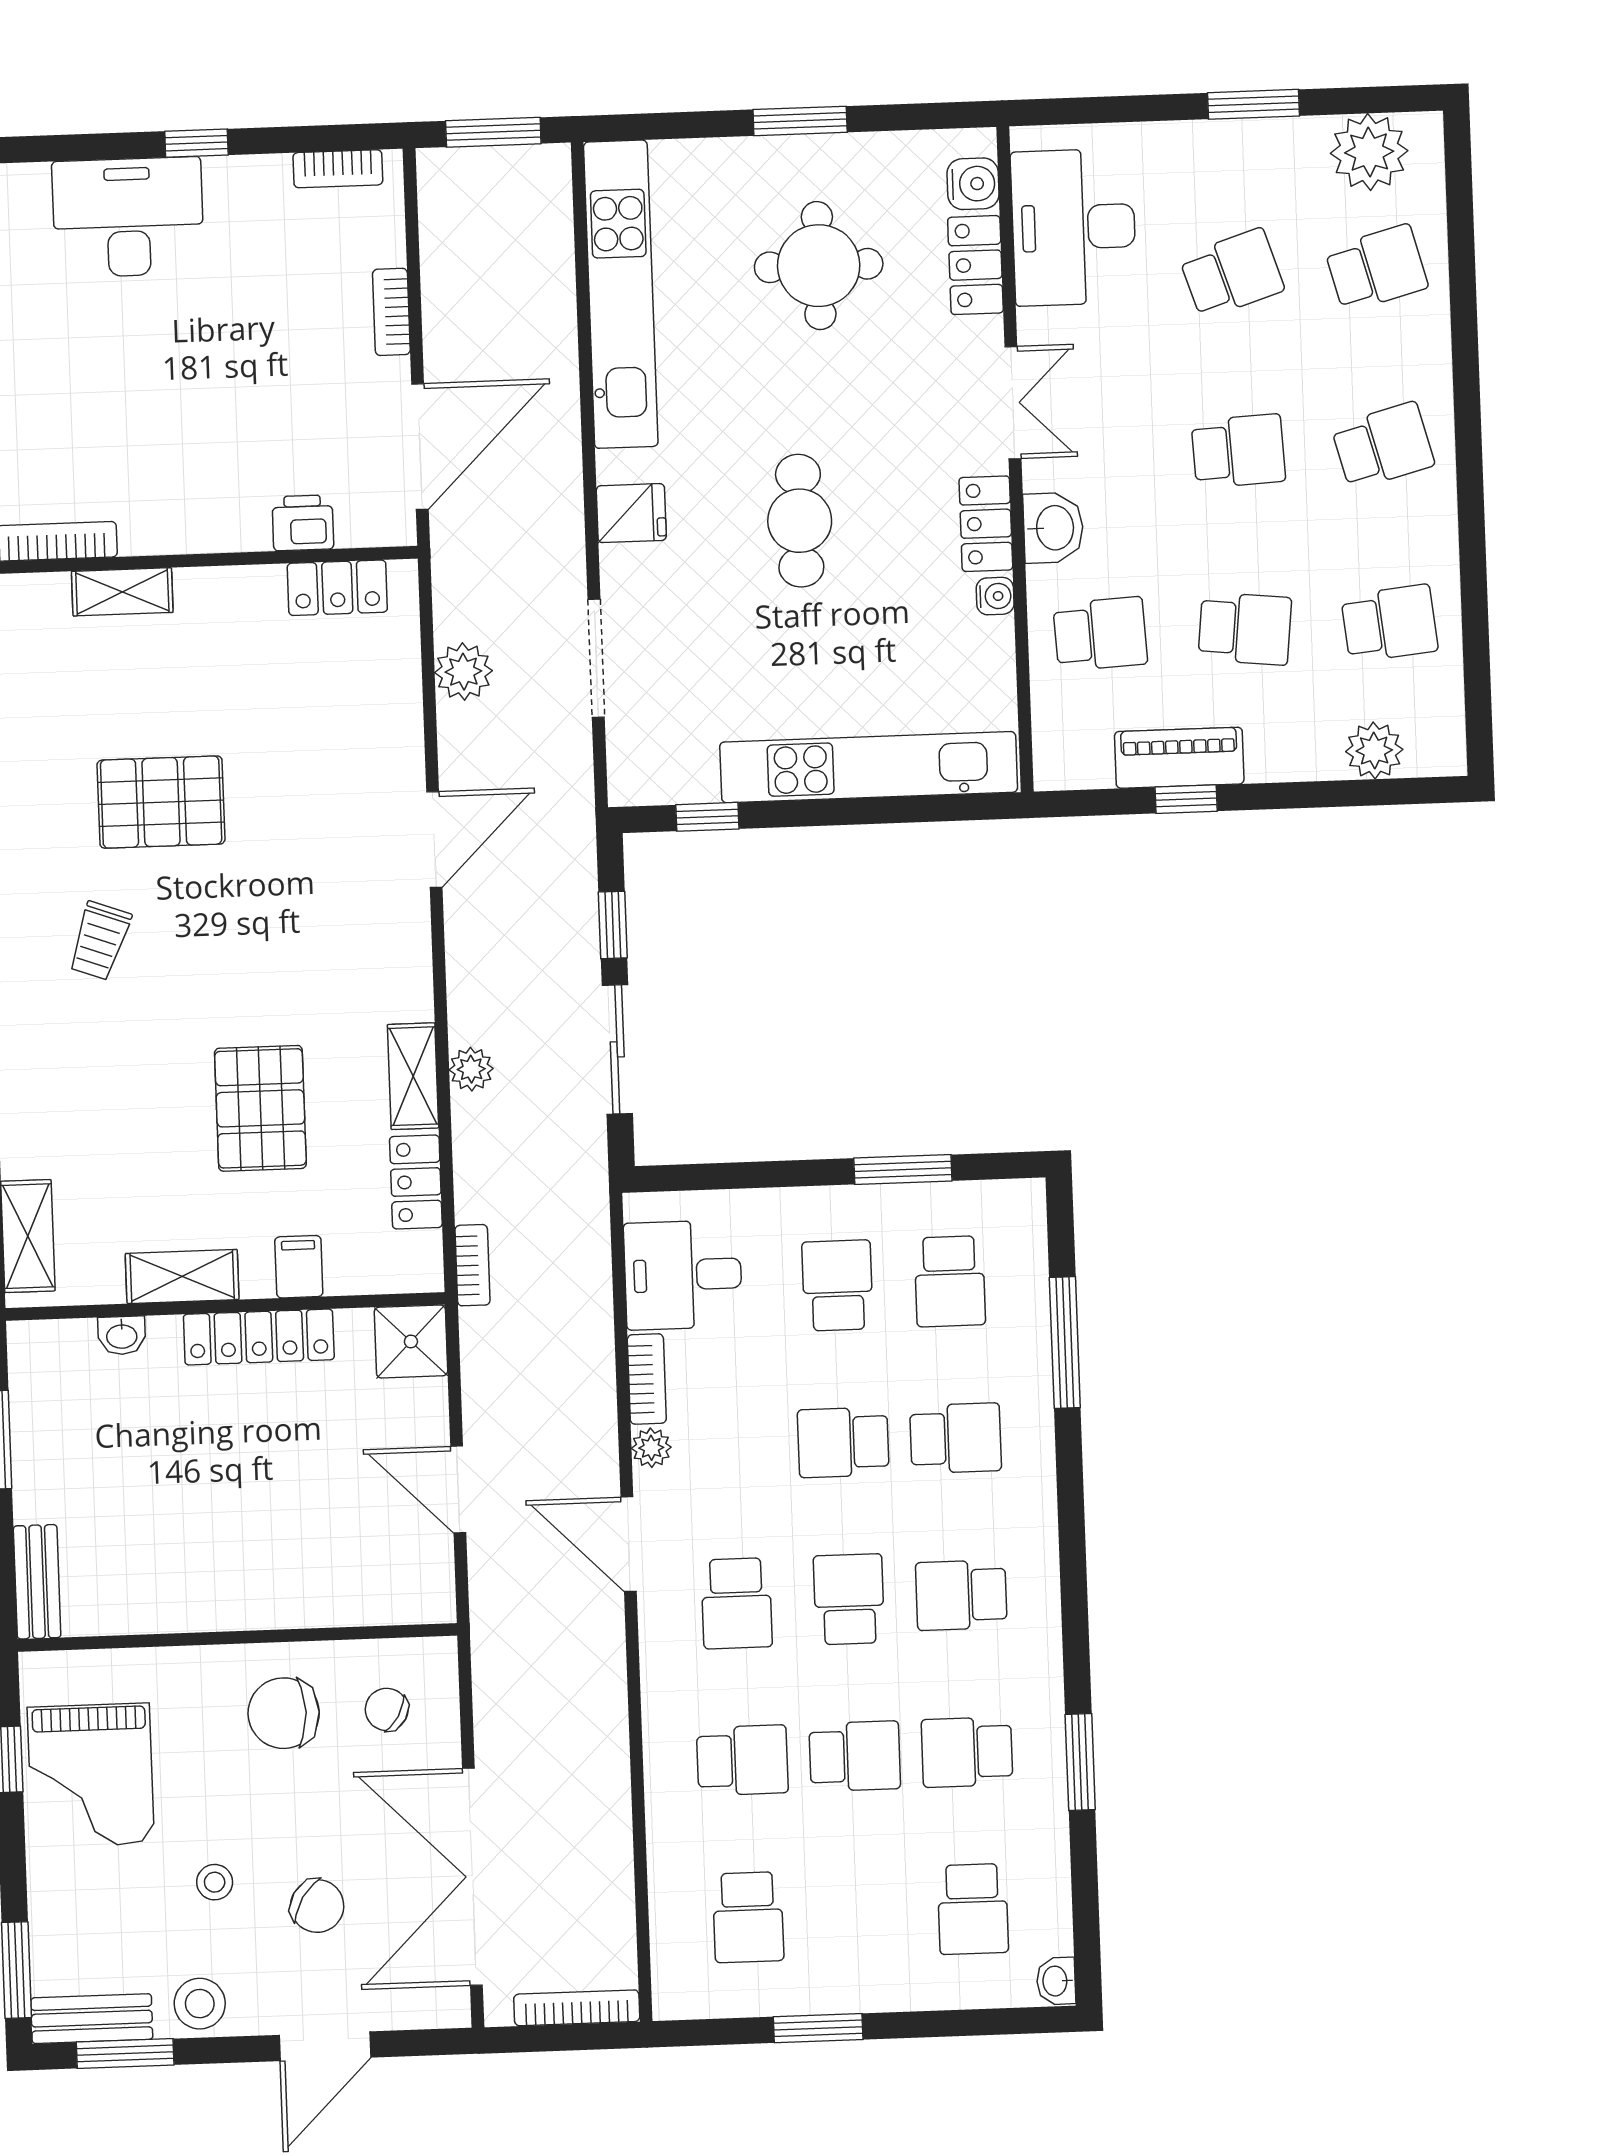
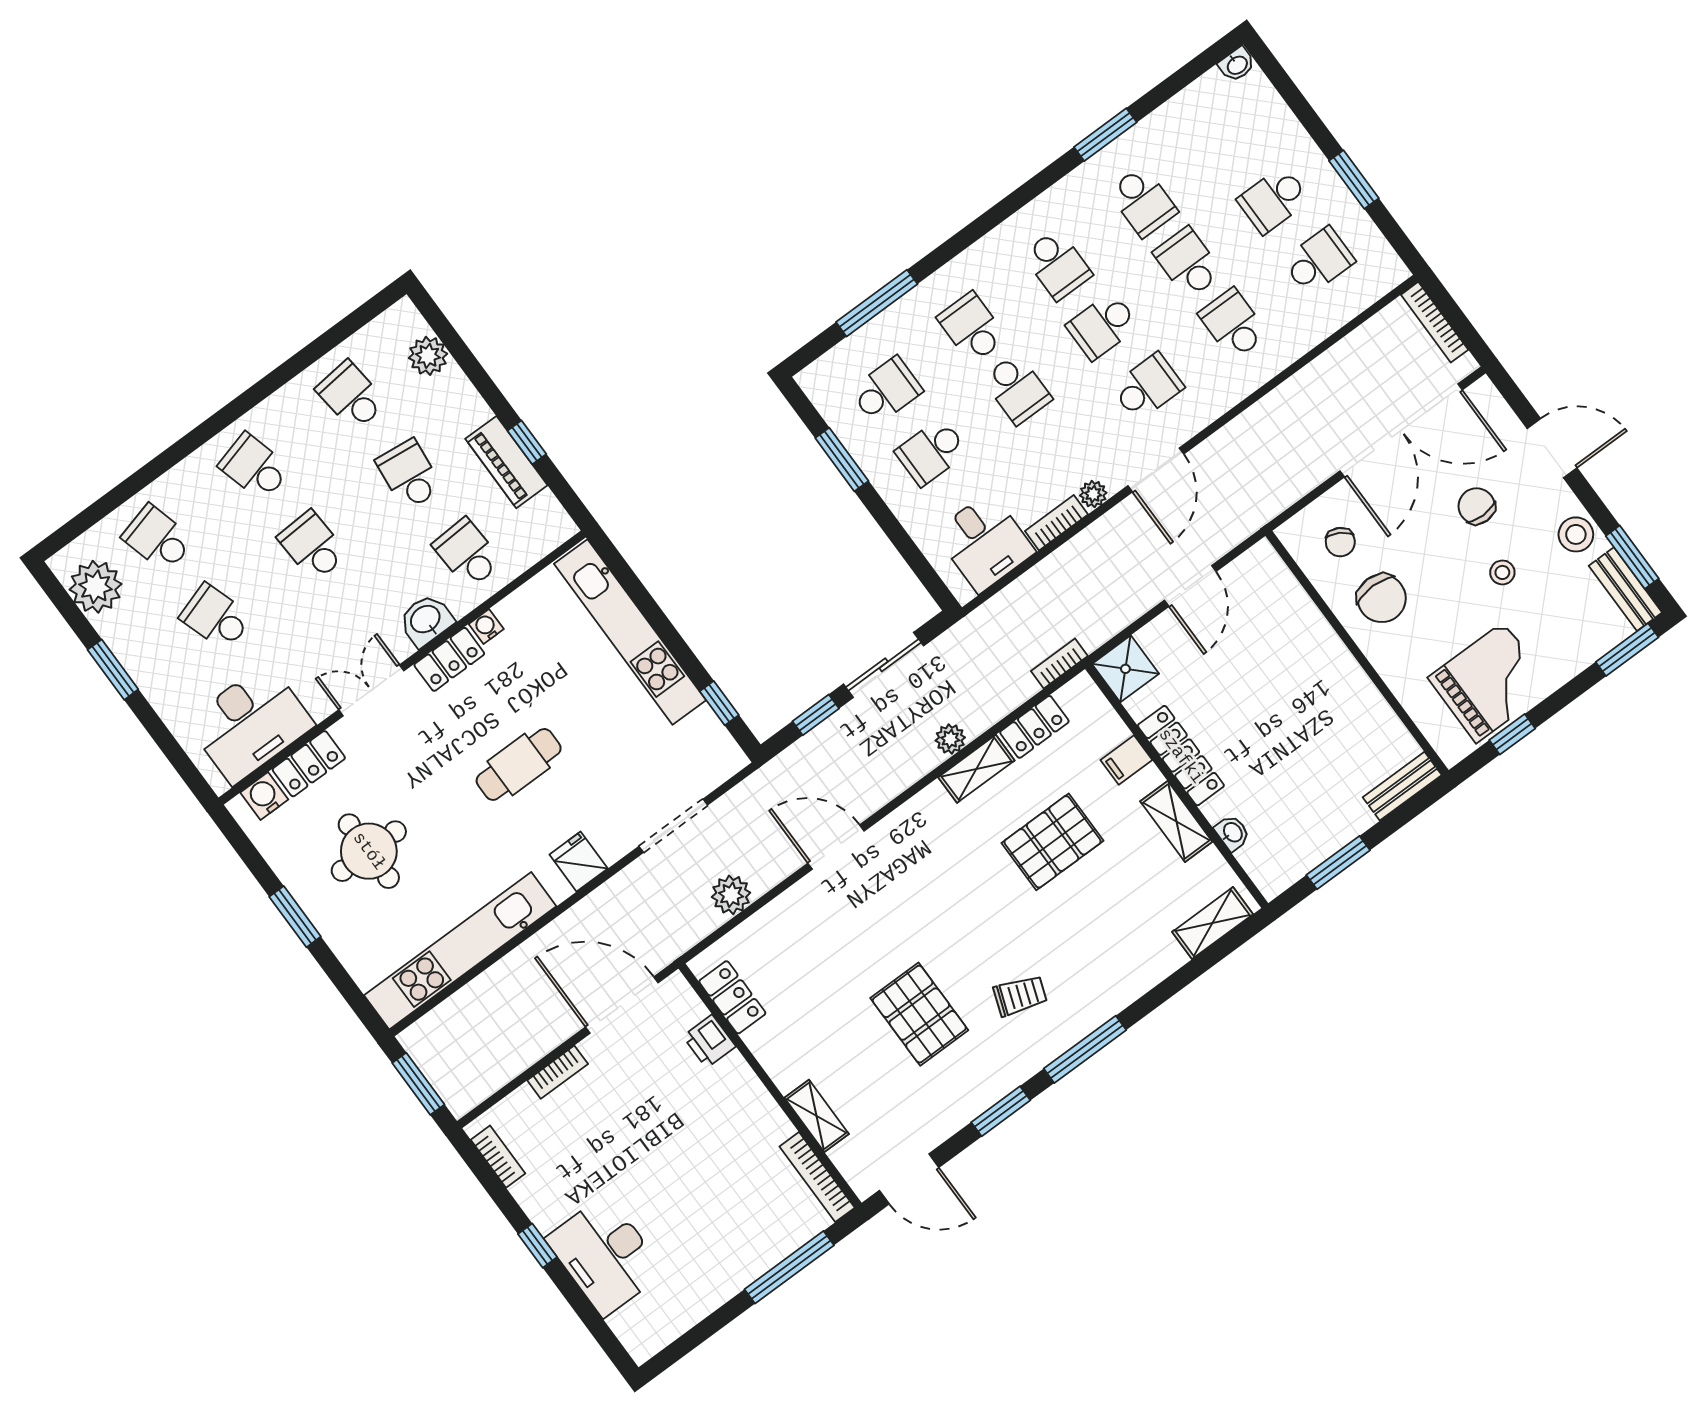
chair: (317, 1906) -> (1477, 506), turned -32
school desk: (973, 1909) -> (1273, 200), moved, turned 180

